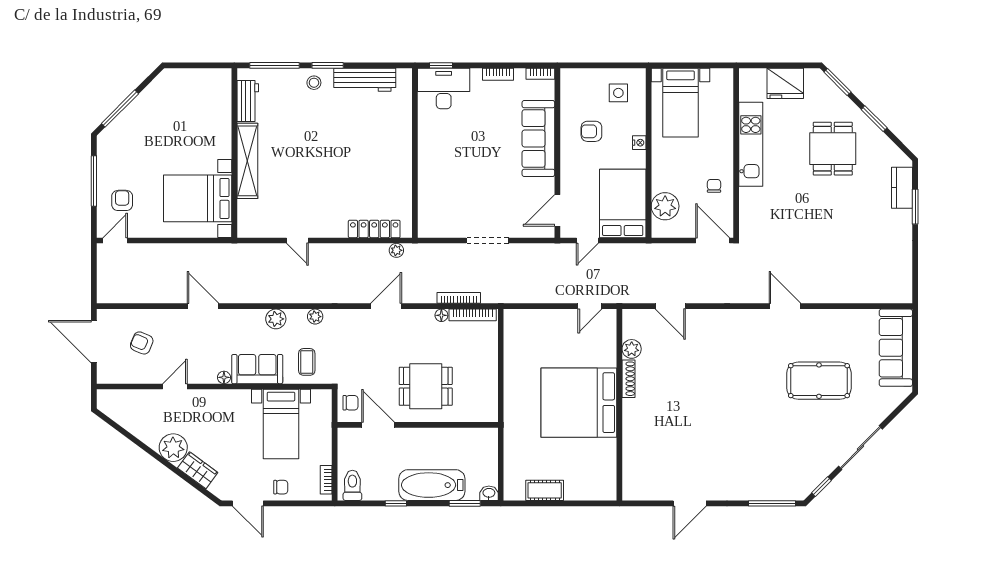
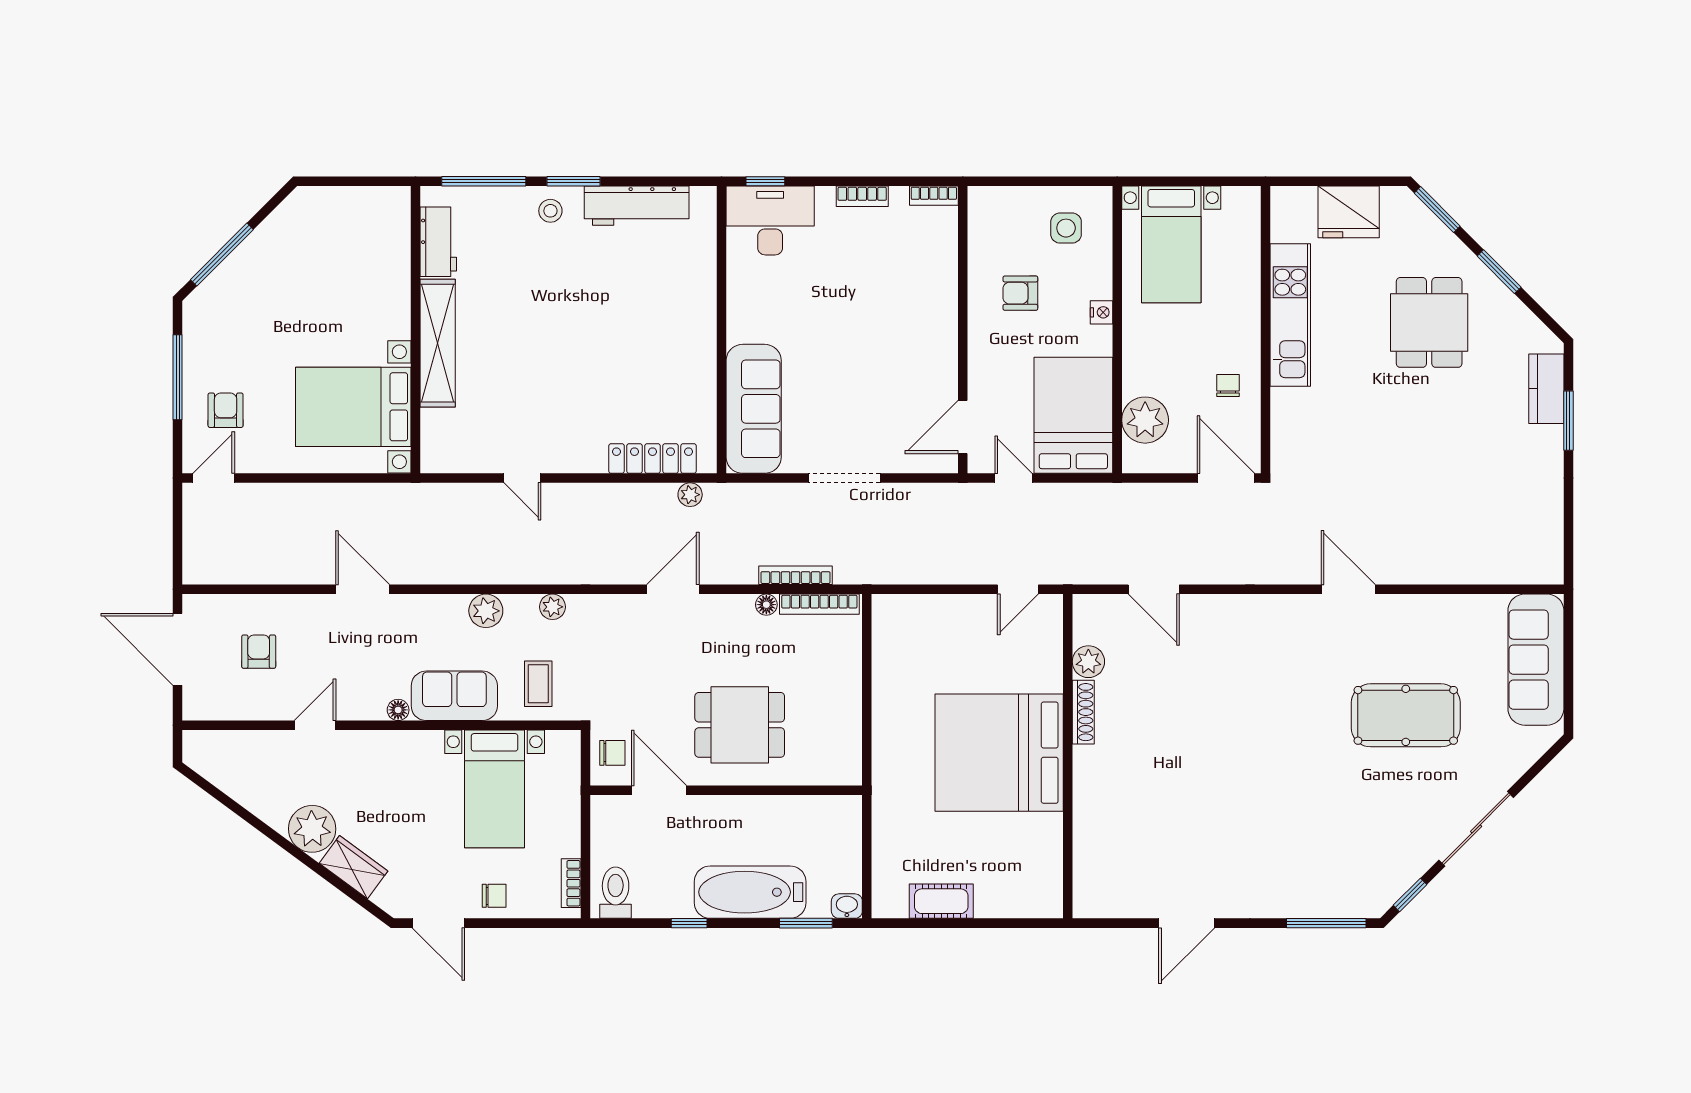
sofa: (538, 139) -> (754, 409), moved, turned 180
door: (587, 241) -> (1013, 478), swing flipped
armchair: (142, 343) -> (259, 652), turned 67

